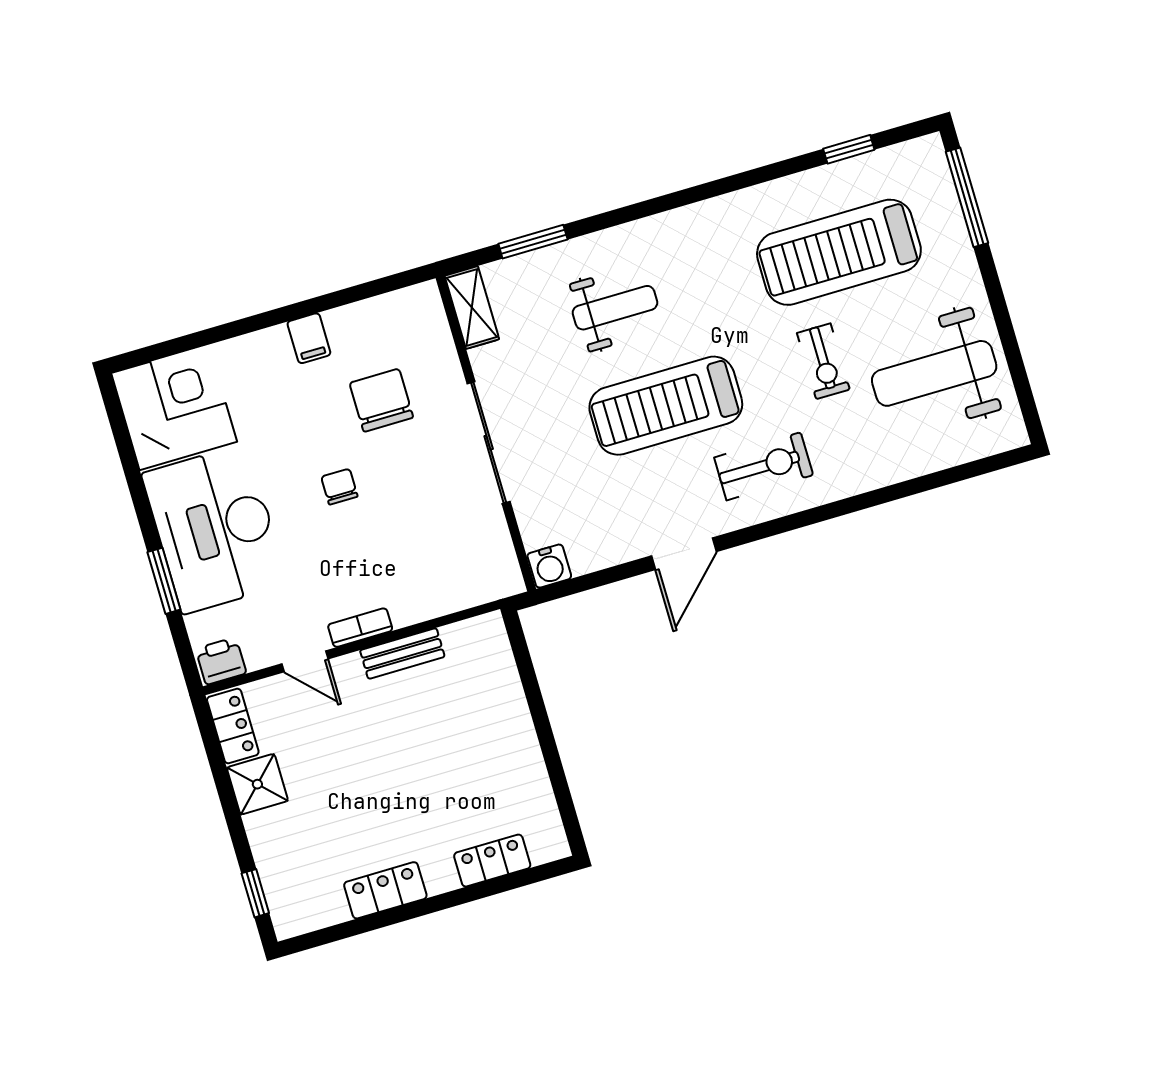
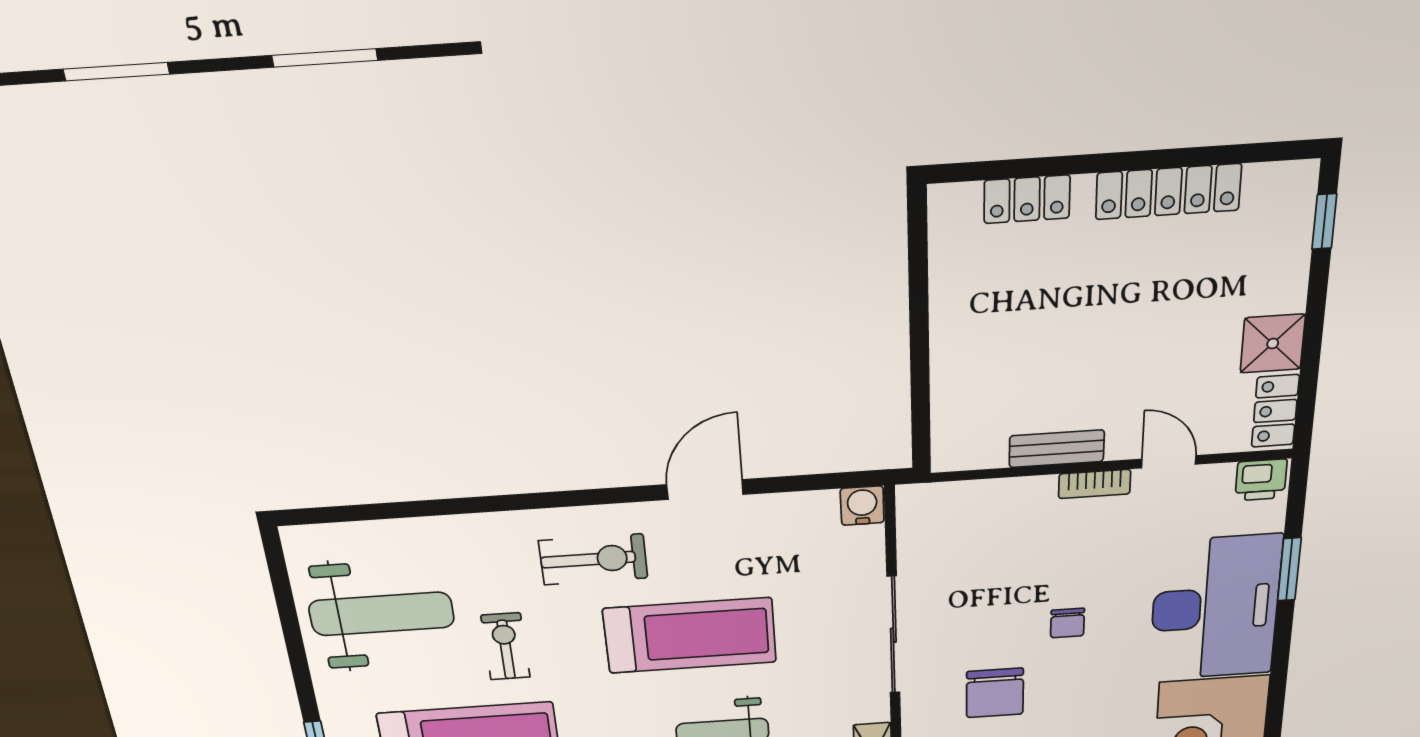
exercise bike: (764, 466) -> (593, 559), turned 180
locker: (385, 890) -> (1168, 192), width x1.53

